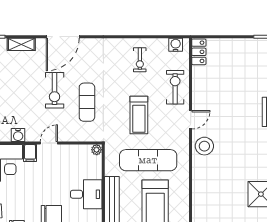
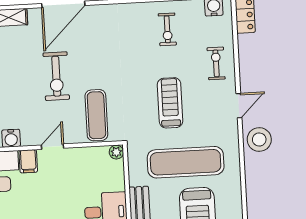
exercise bike: (175, 87) -> (216, 63), width x0.73, depth x0.72
exercise mat: (87, 102) -> (96, 115), moved
treadmill: (139, 115) -> (170, 103), turned 180

